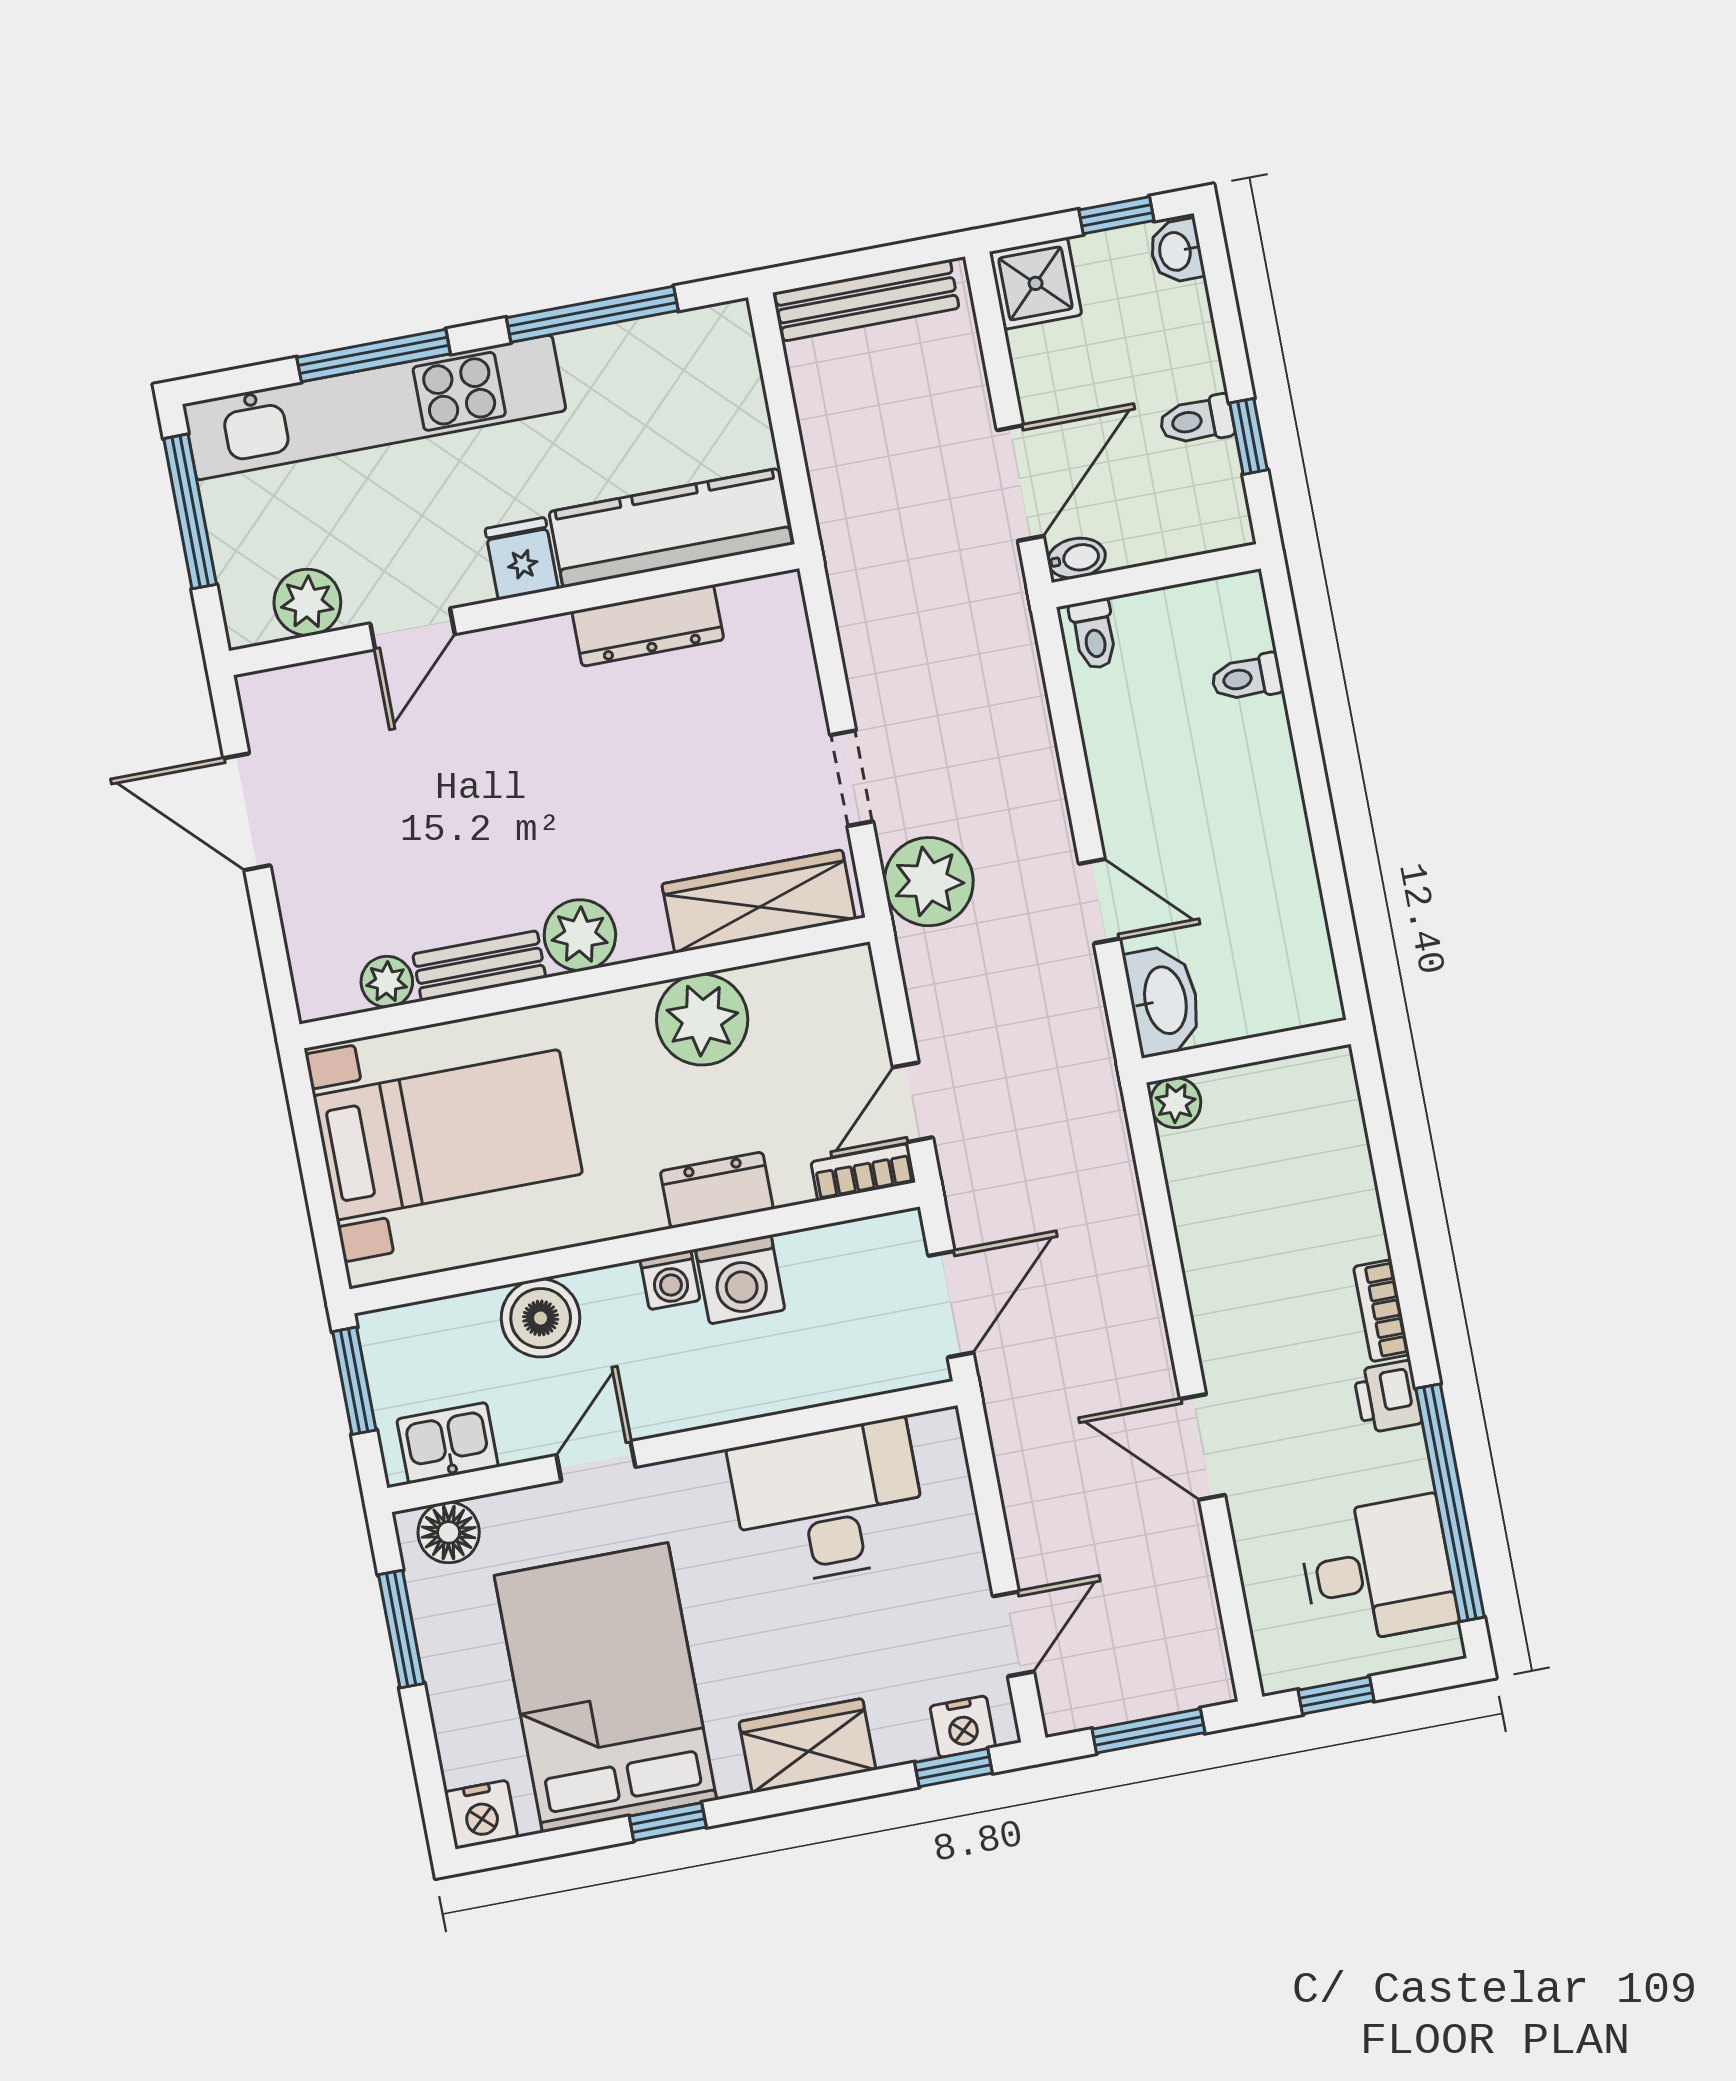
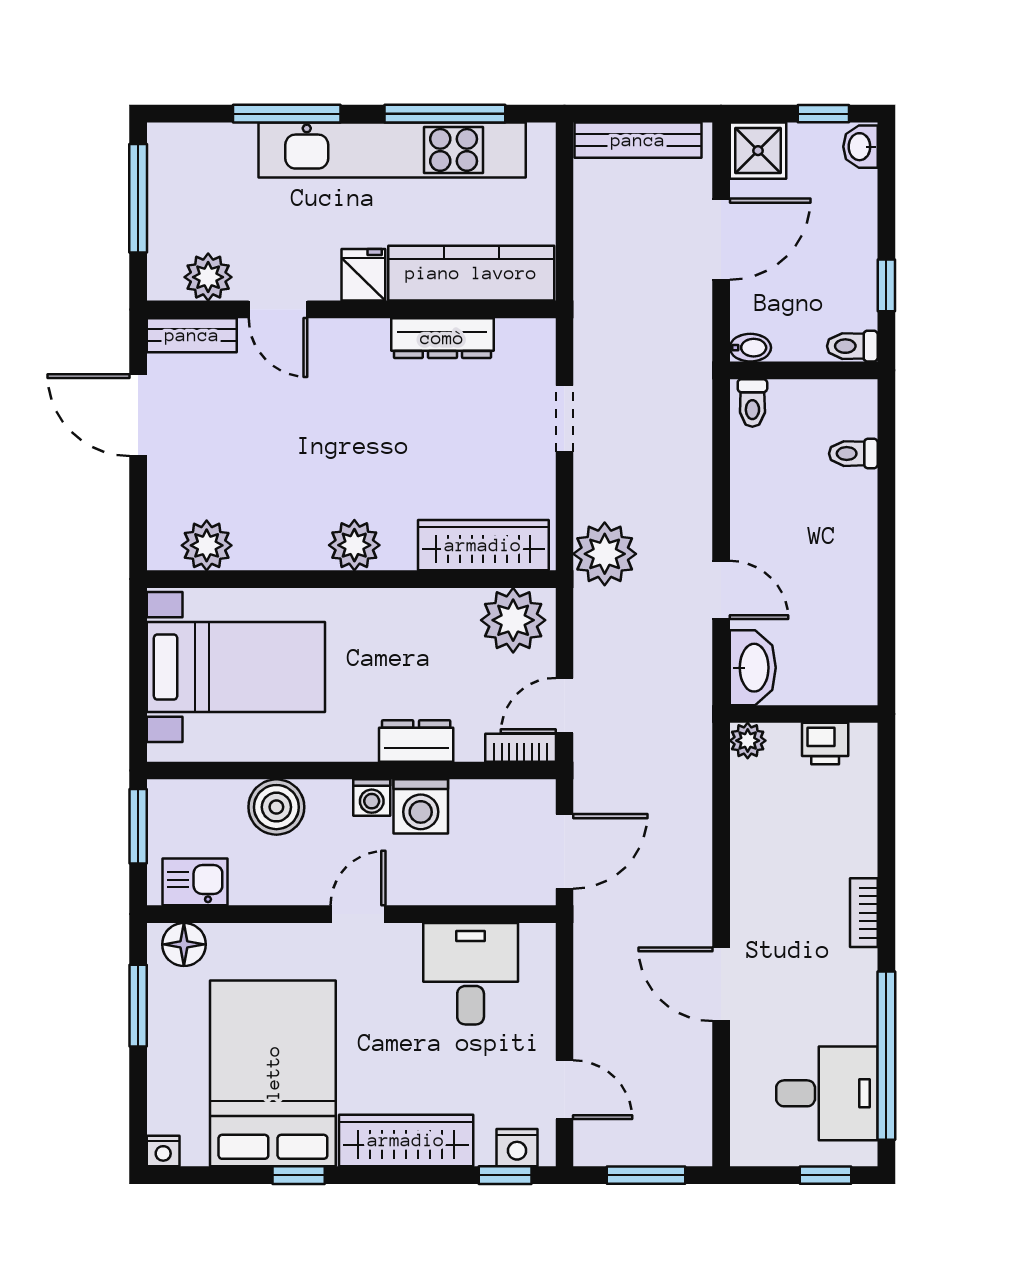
kitchen unit: (374, 407) -> (392, 150), moved
toilet: (1197, 420) -> (852, 346), moved
door: (1020, 483) -> (721, 239), moved
door: (413, 629) -> (278, 309), hinge flipped
doorway: (852, 778) -> (564, 419), moved
bench: (479, 966) -> (192, 335), moved
plant: (387, 982) -> (207, 545), width x1.38, depth x1.38
plant: (702, 1020) -> (513, 620), moved
printer: (1388, 1397) -> (825, 744), moved, turned -90
door: (596, 1461) -> (358, 914), moved
desk: (829, 1503) -> (471, 974), width x0.73
door: (1013, 1634) -> (564, 1090), hinge flipped
window: (1336, 1695) -> (826, 1175), moved
wardrobe: (807, 1746) -> (406, 1140), width x1.50
nightstand: (481, 1815) -> (163, 1151), width x0.72, depth x0.74

